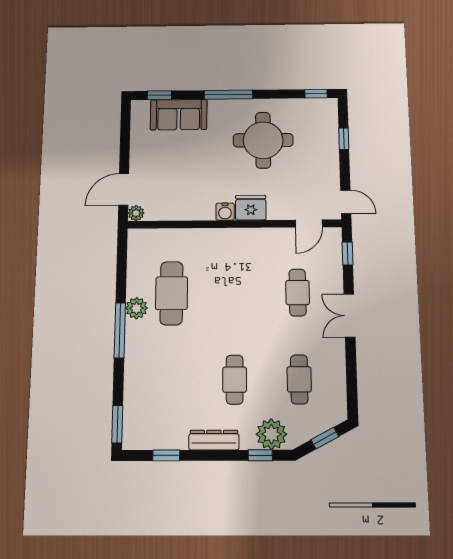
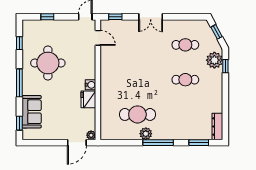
window: (316, 94) -> (19, 43), moved
door: (124, 190) -> (77, 143), hinge flipped
fridge: (251, 208) -> (88, 99), moved
cafe table: (298, 293) -> (137, 45), removed
window: (117, 424) -> (199, 143), moved
dresser: (214, 440) -> (217, 126), moved
window: (166, 455) -> (225, 116), removed

